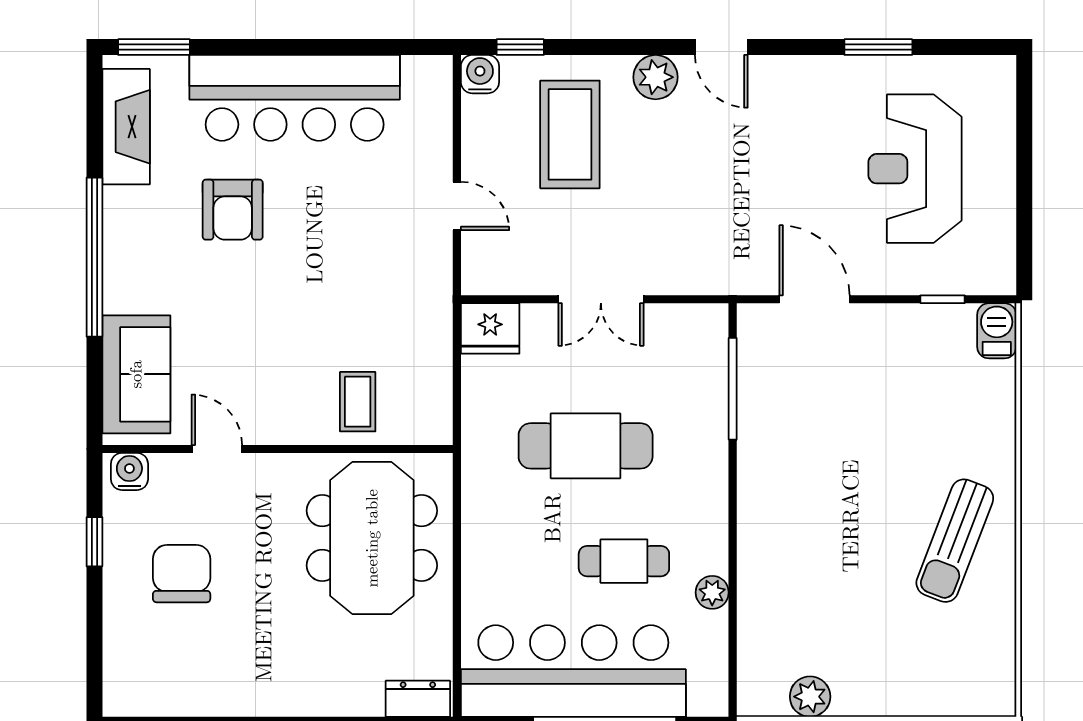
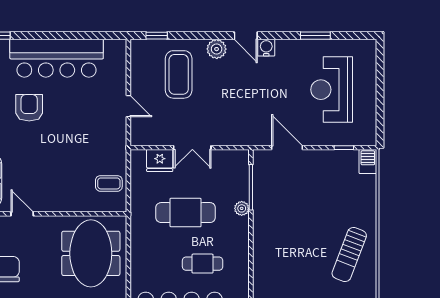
water cooler: (480, 74) -> (266, 48), moved
armchair: (233, 210) -> (29, 108), turned 180
fridge: (490, 328) -> (160, 160), moved
coffee table: (358, 402) -> (109, 183), moved, turned 90
plant: (712, 592) -> (242, 208), moved

